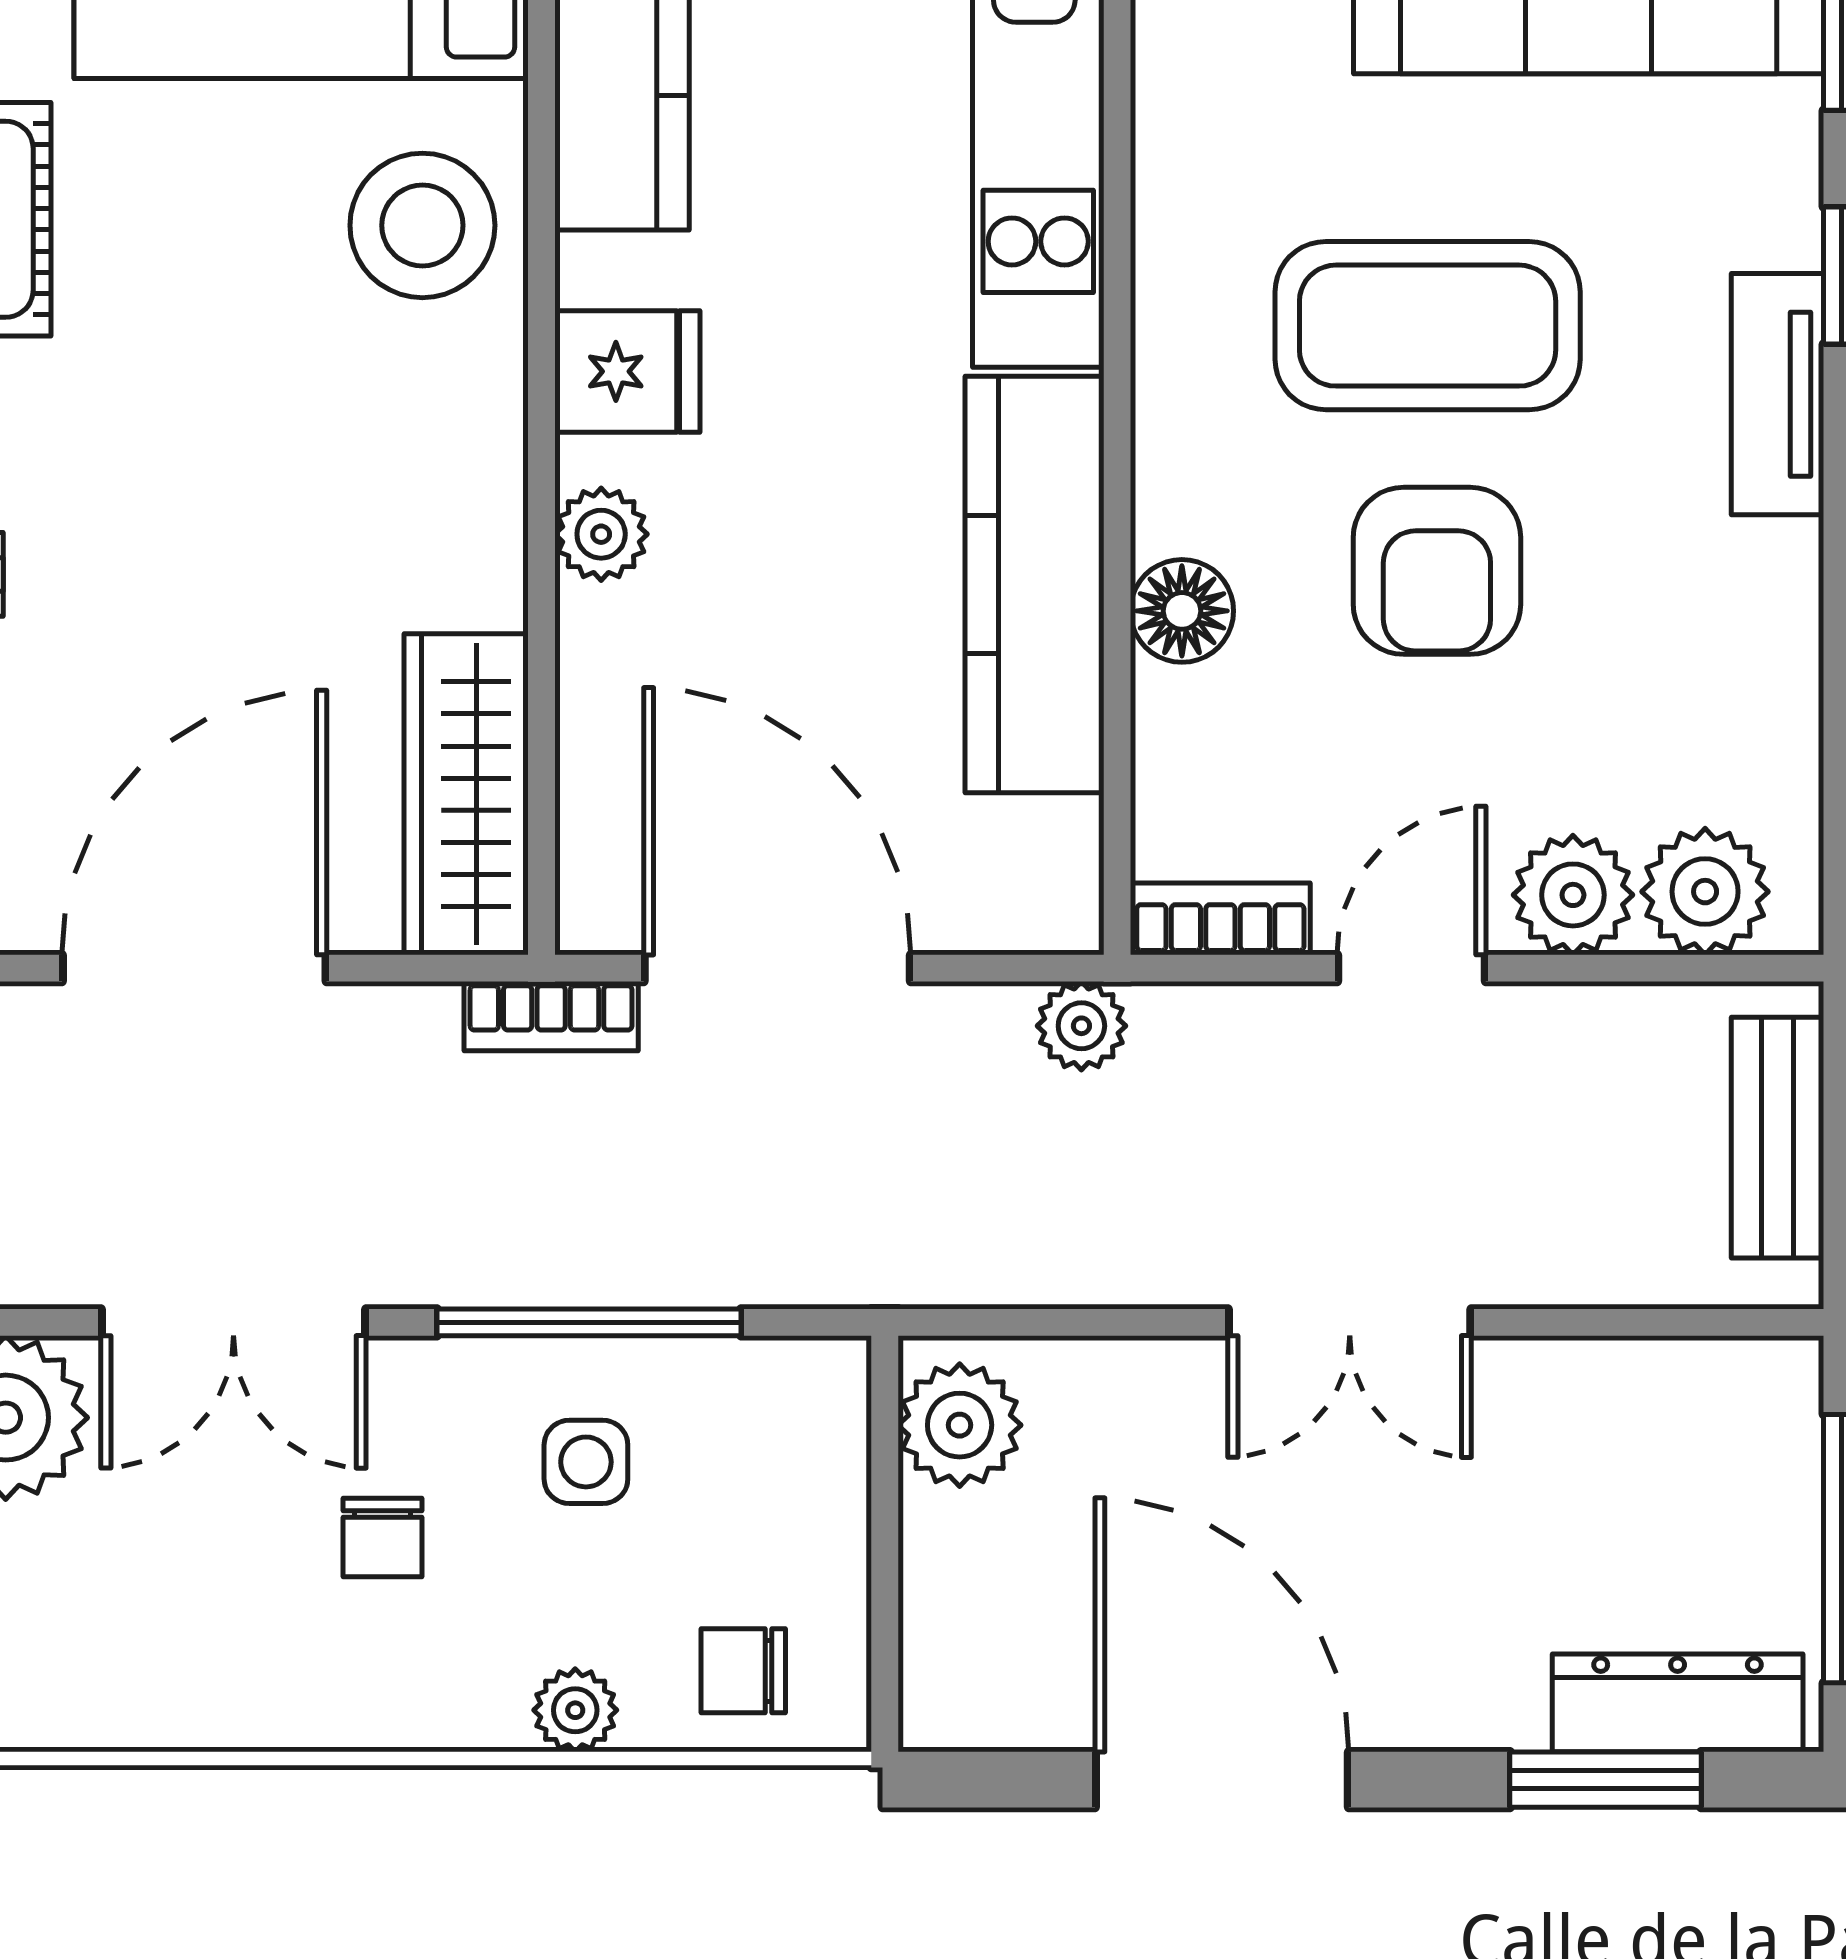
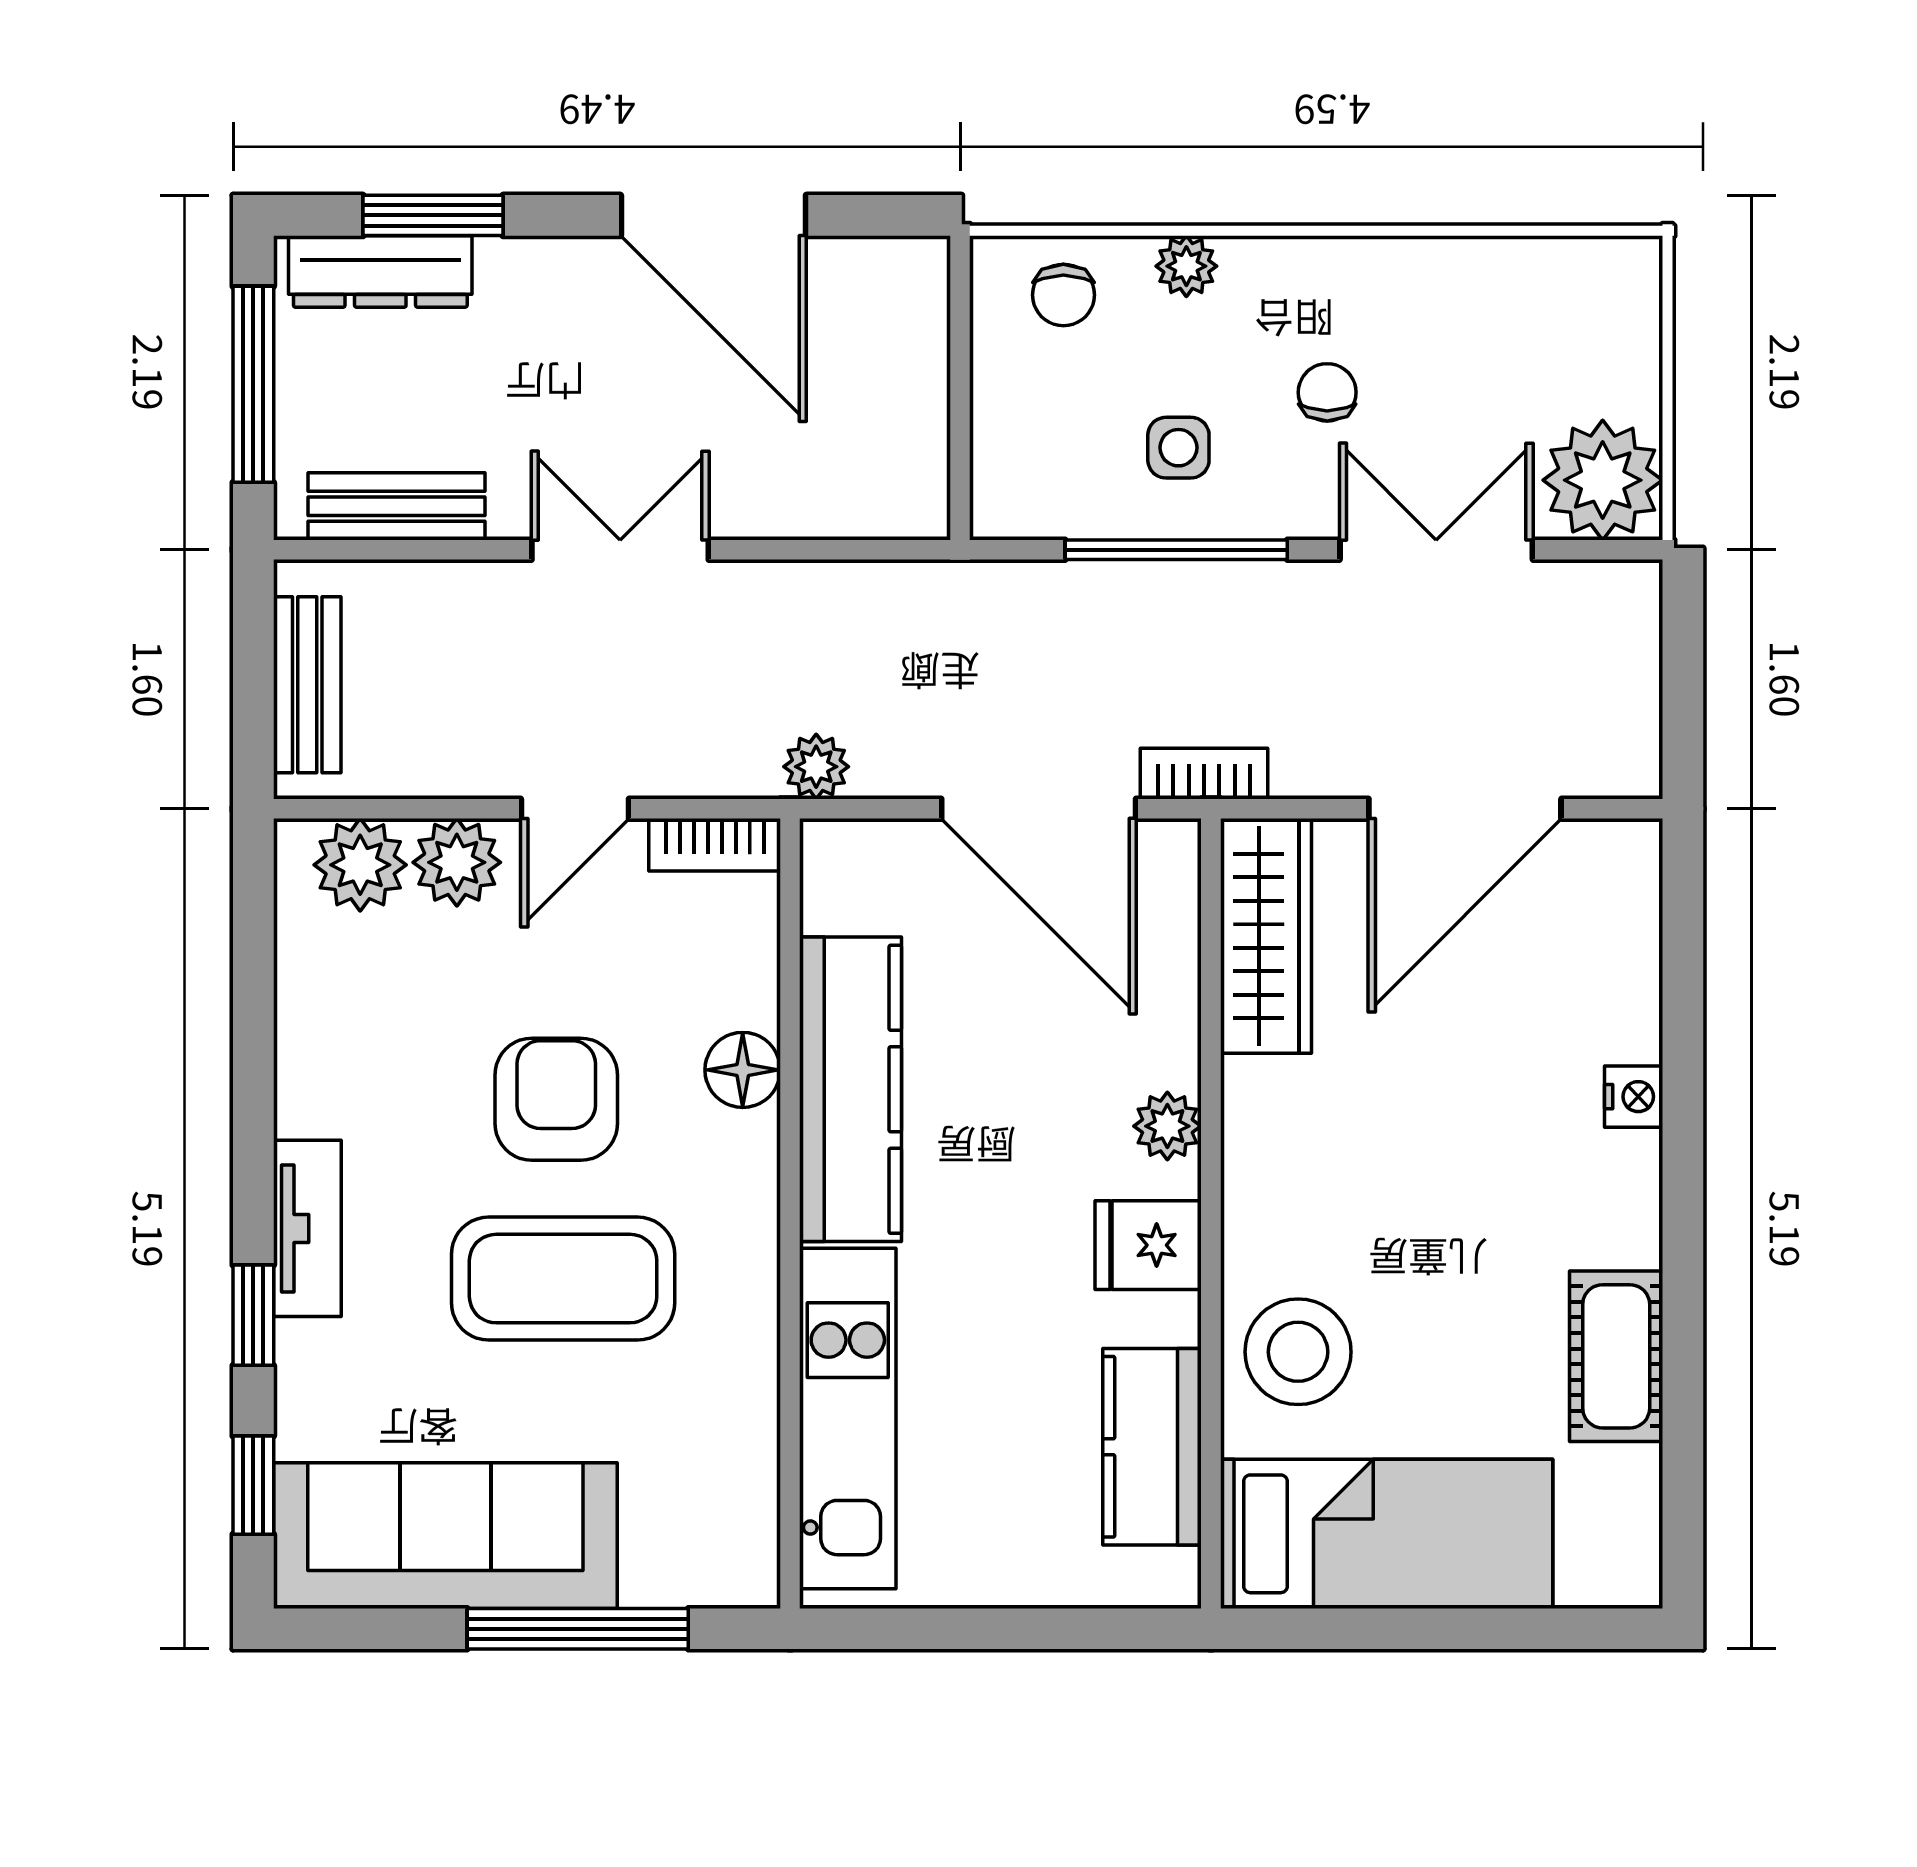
bench: (1655, 1382) -> (397, 506), added
plant: (960, 1425) -> (905, 475), removed
chair: (743, 1671) -> (1063, 295), turned 90

